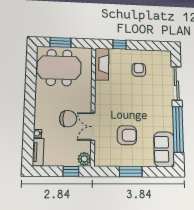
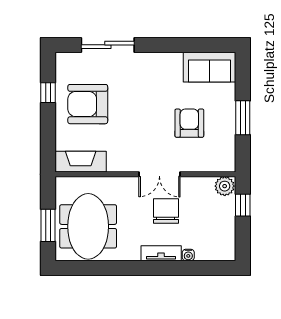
window: (120, 45) -> (48, 93), moved
armchair: (139, 70) -> (88, 104), width x1.88, depth x1.88
double door: (93, 127) -> (159, 174), moved
window: (178, 129) -> (179, 45), removed
tv unit: (38, 152) -> (161, 253), moved

